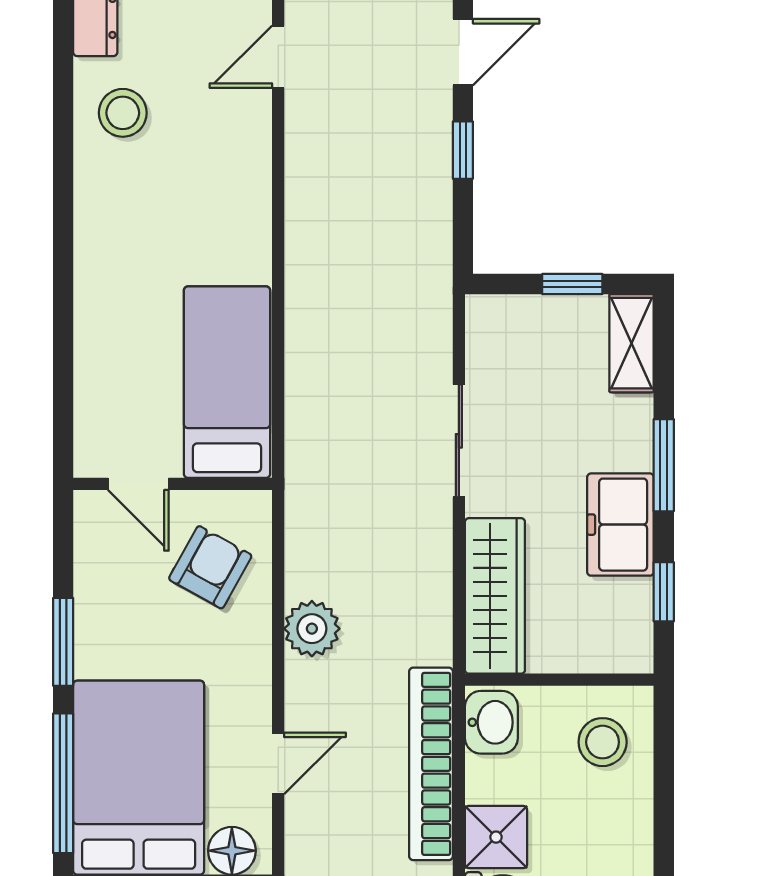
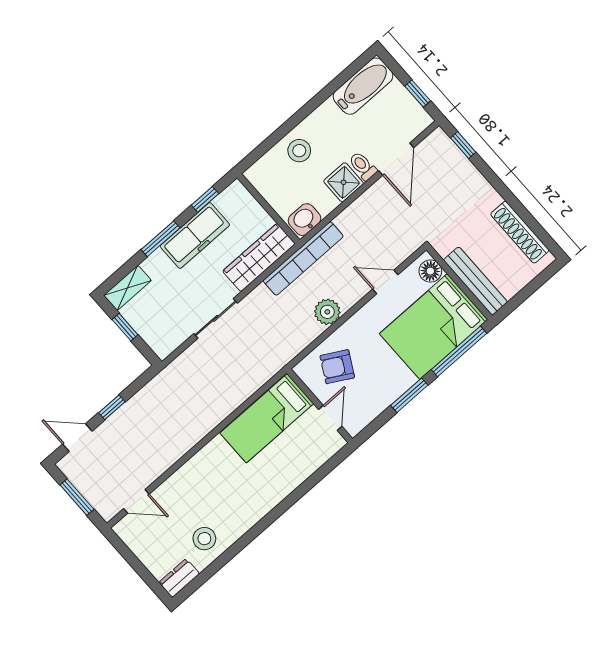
freezer: (620, 525) -> (195, 235), width x1.40
stool: (603, 742) -> (299, 151), moved
bookcase: (431, 764) -> (303, 259), moved

